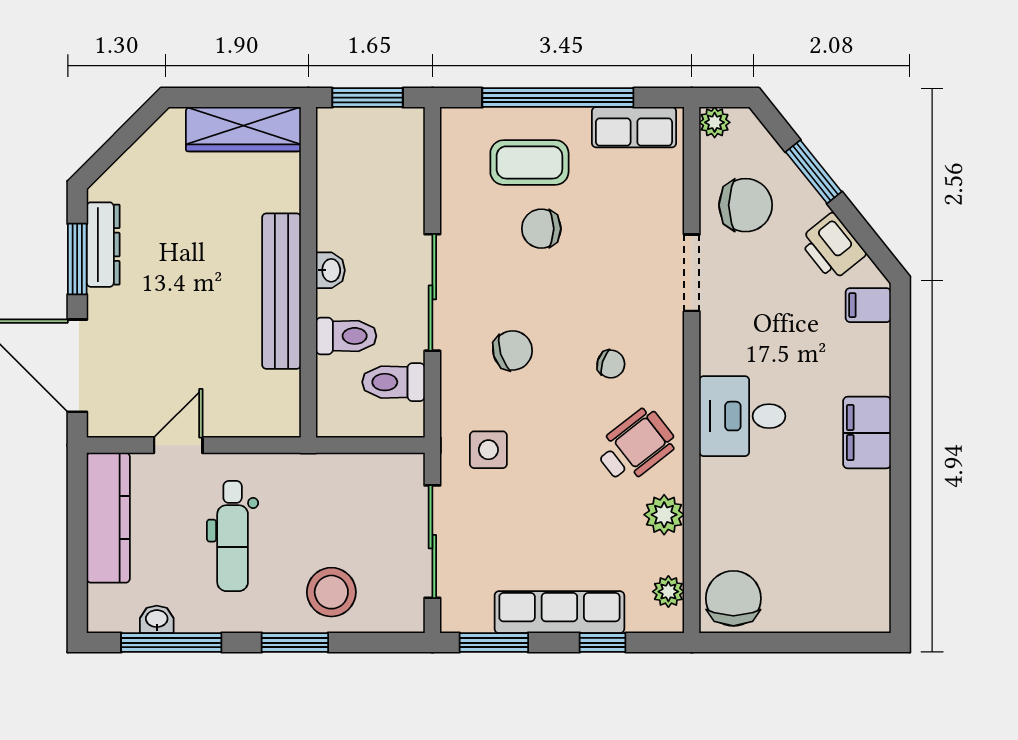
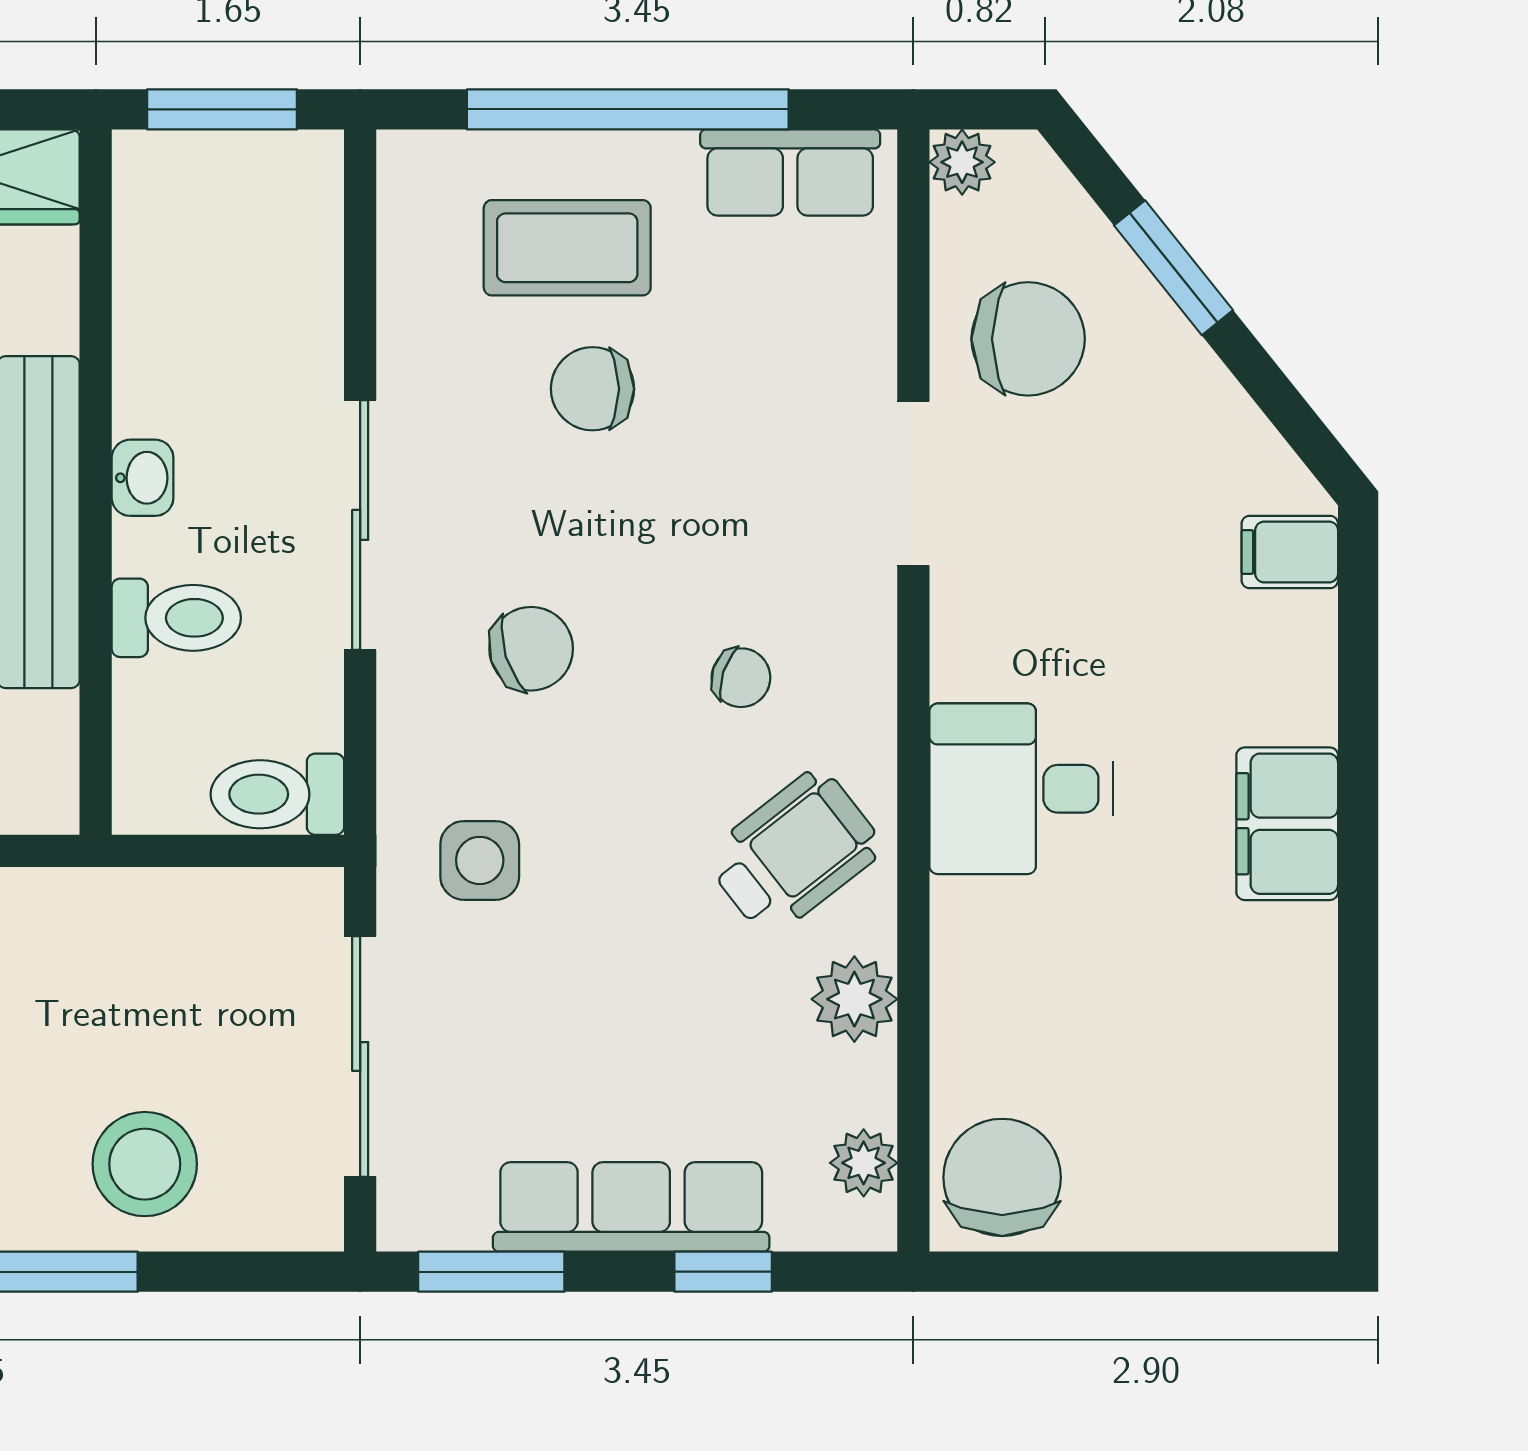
printer: (832, 247) -> (1213, 428), removed
toilet: (394, 382) -> (277, 794), moved

